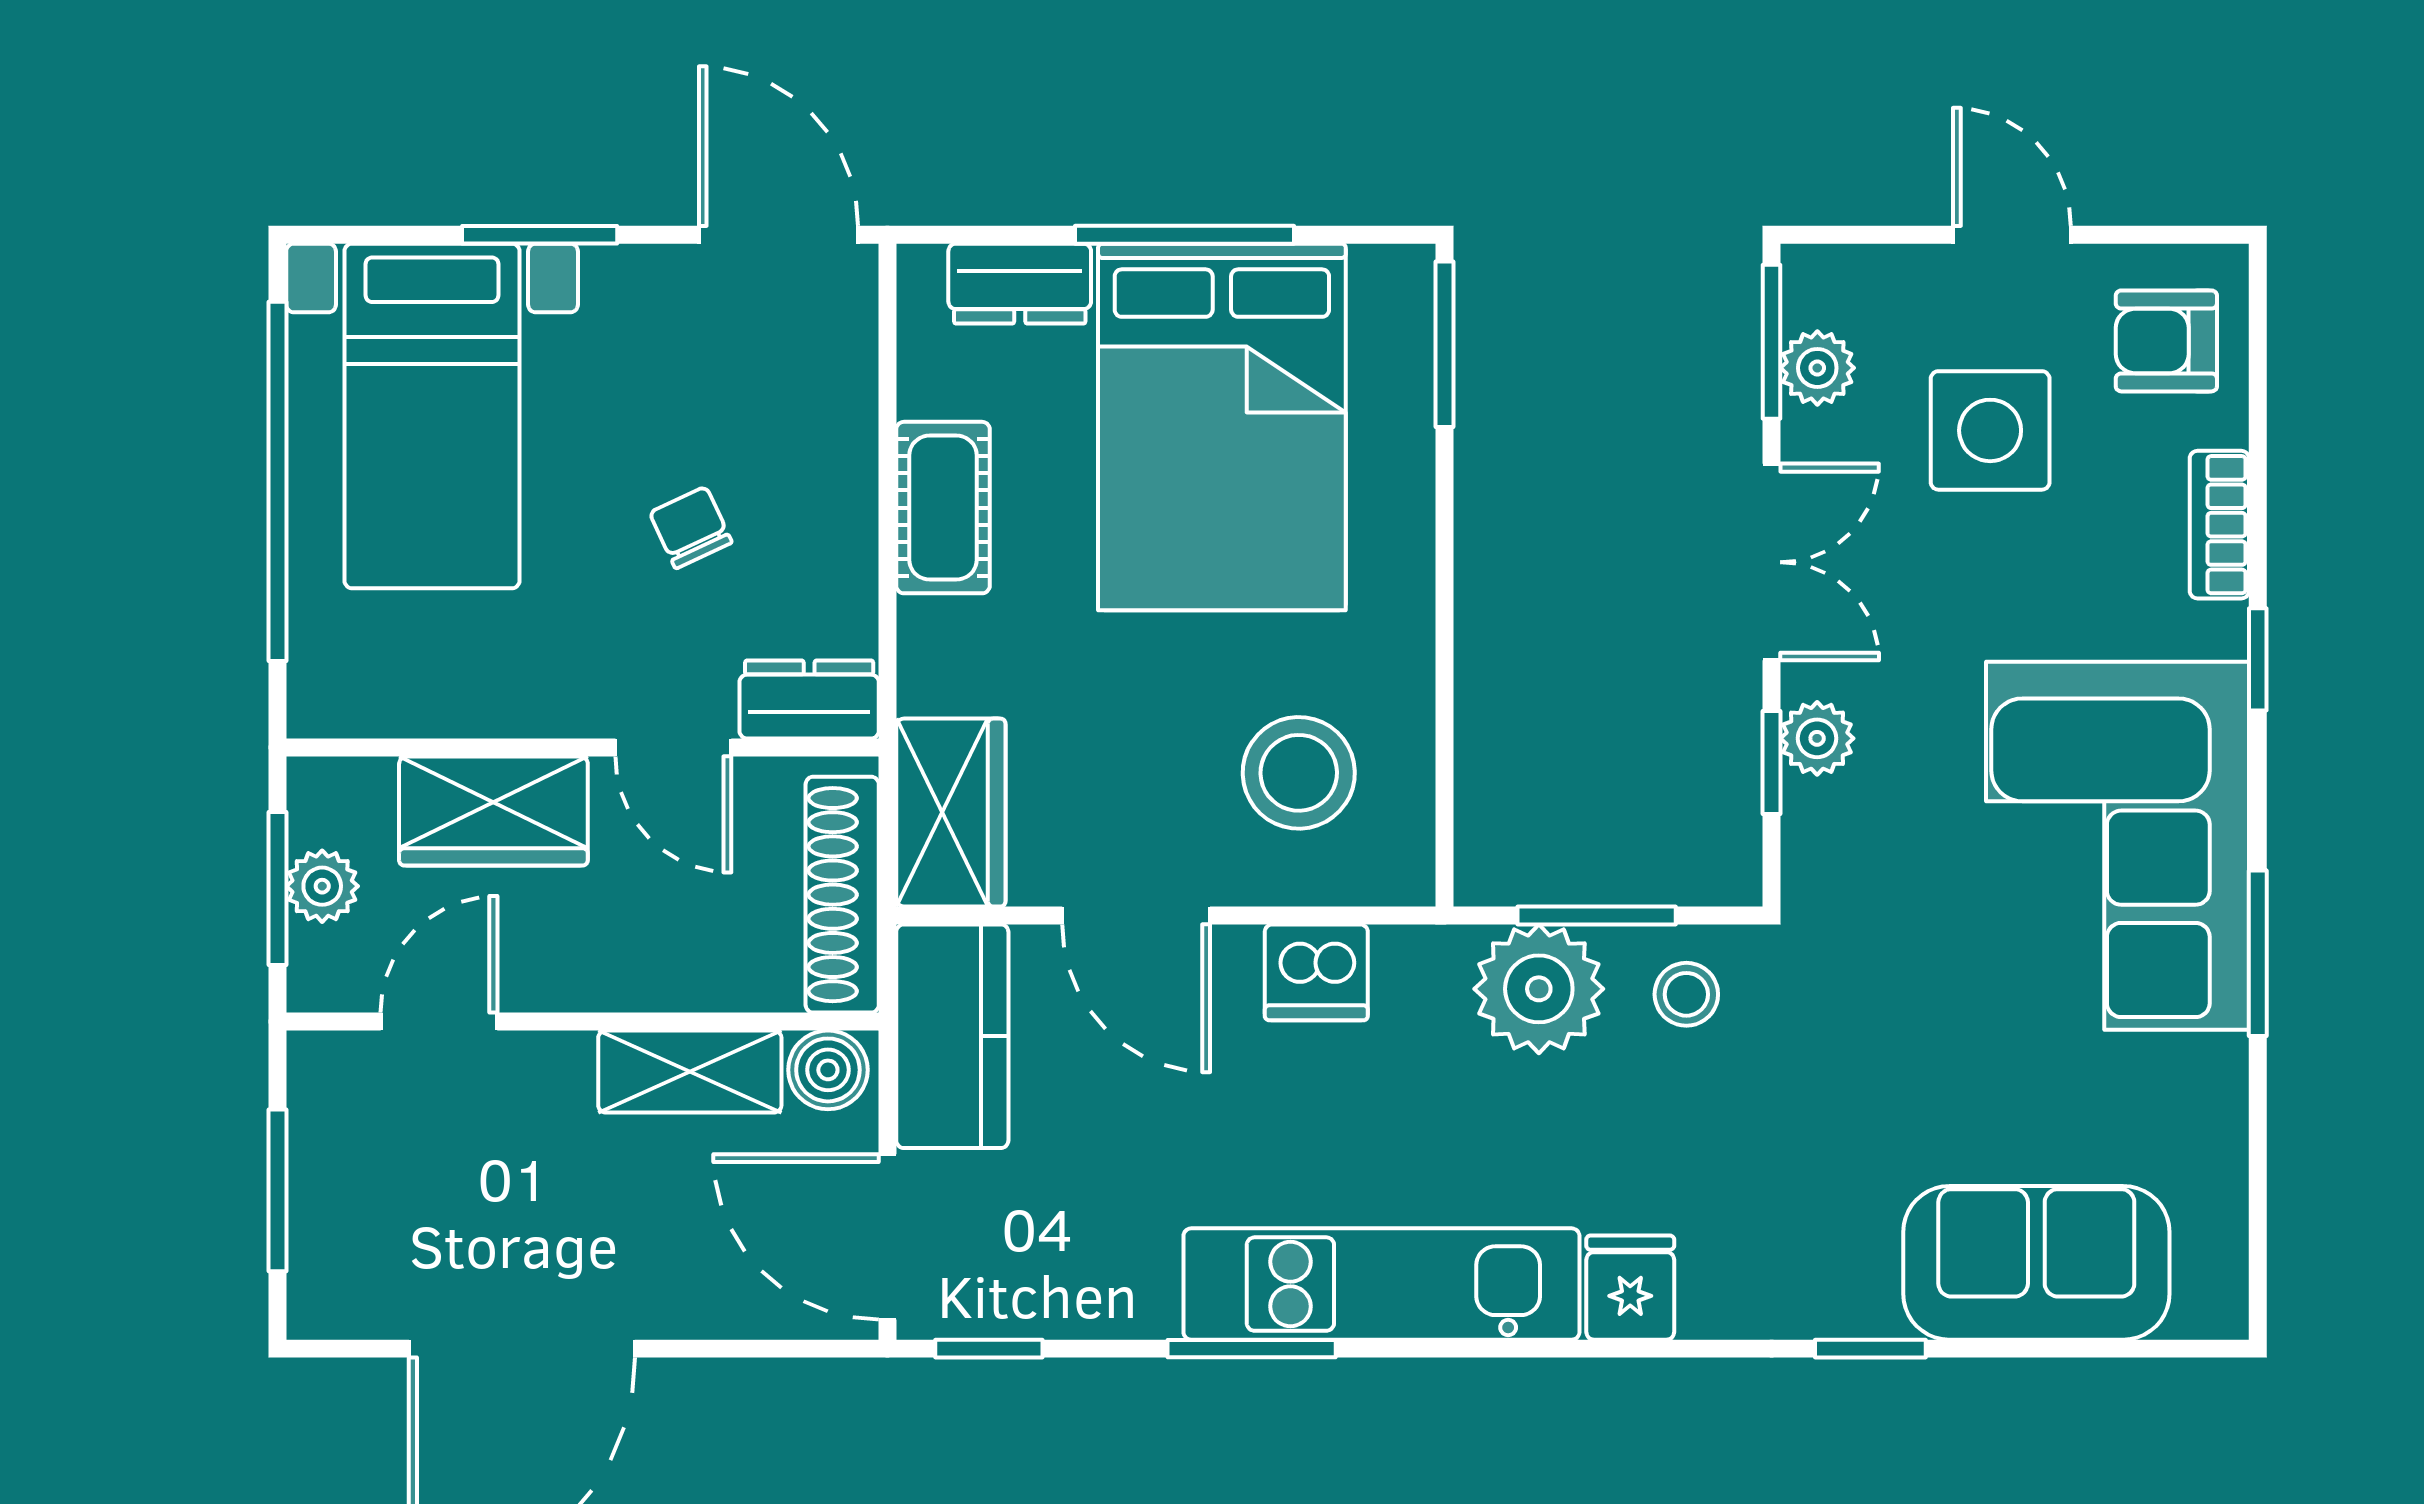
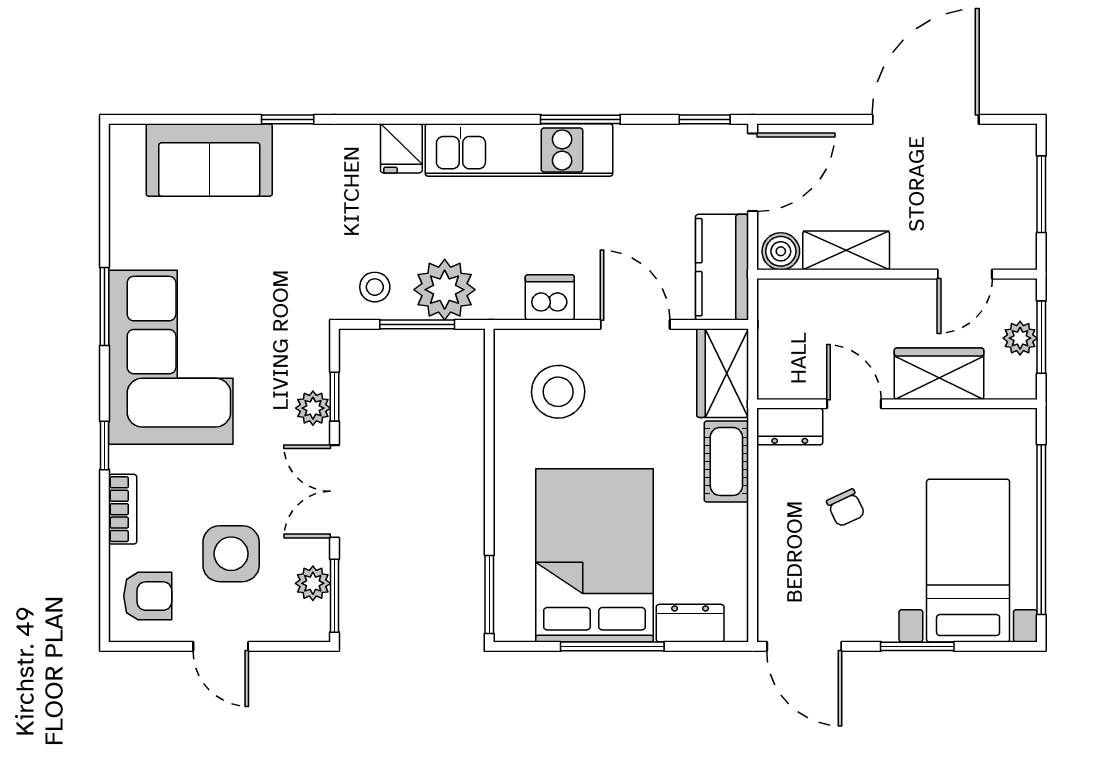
cot: (943, 508) -> (726, 461), moved
shoe rack: (842, 895) -> (774, 334), removed
door: (887, 1237) -> (753, 172), hinge flipped

